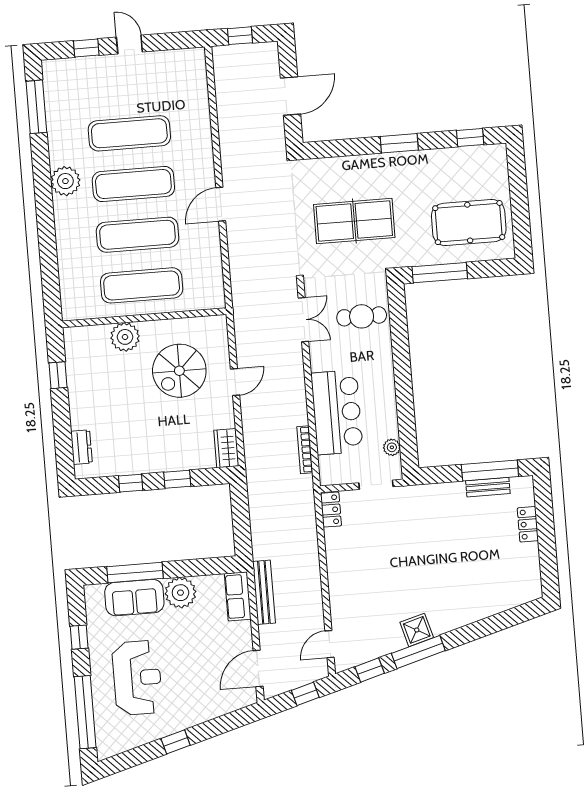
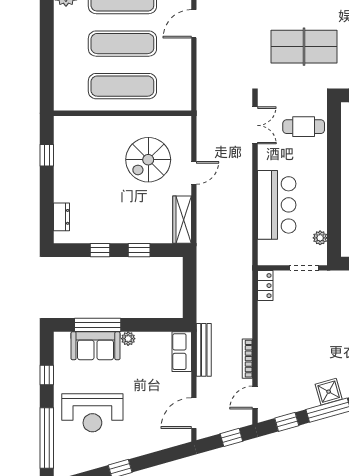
plant: (125, 337) -> (105, 128), removed
wardrobe: (226, 448) -> (182, 220), width x1.50
bookcase: (305, 450) -> (247, 359), moved
plant: (180, 593) -> (128, 339), width x0.53, depth x0.53
reception desk: (137, 678) -> (92, 413), turned 90

